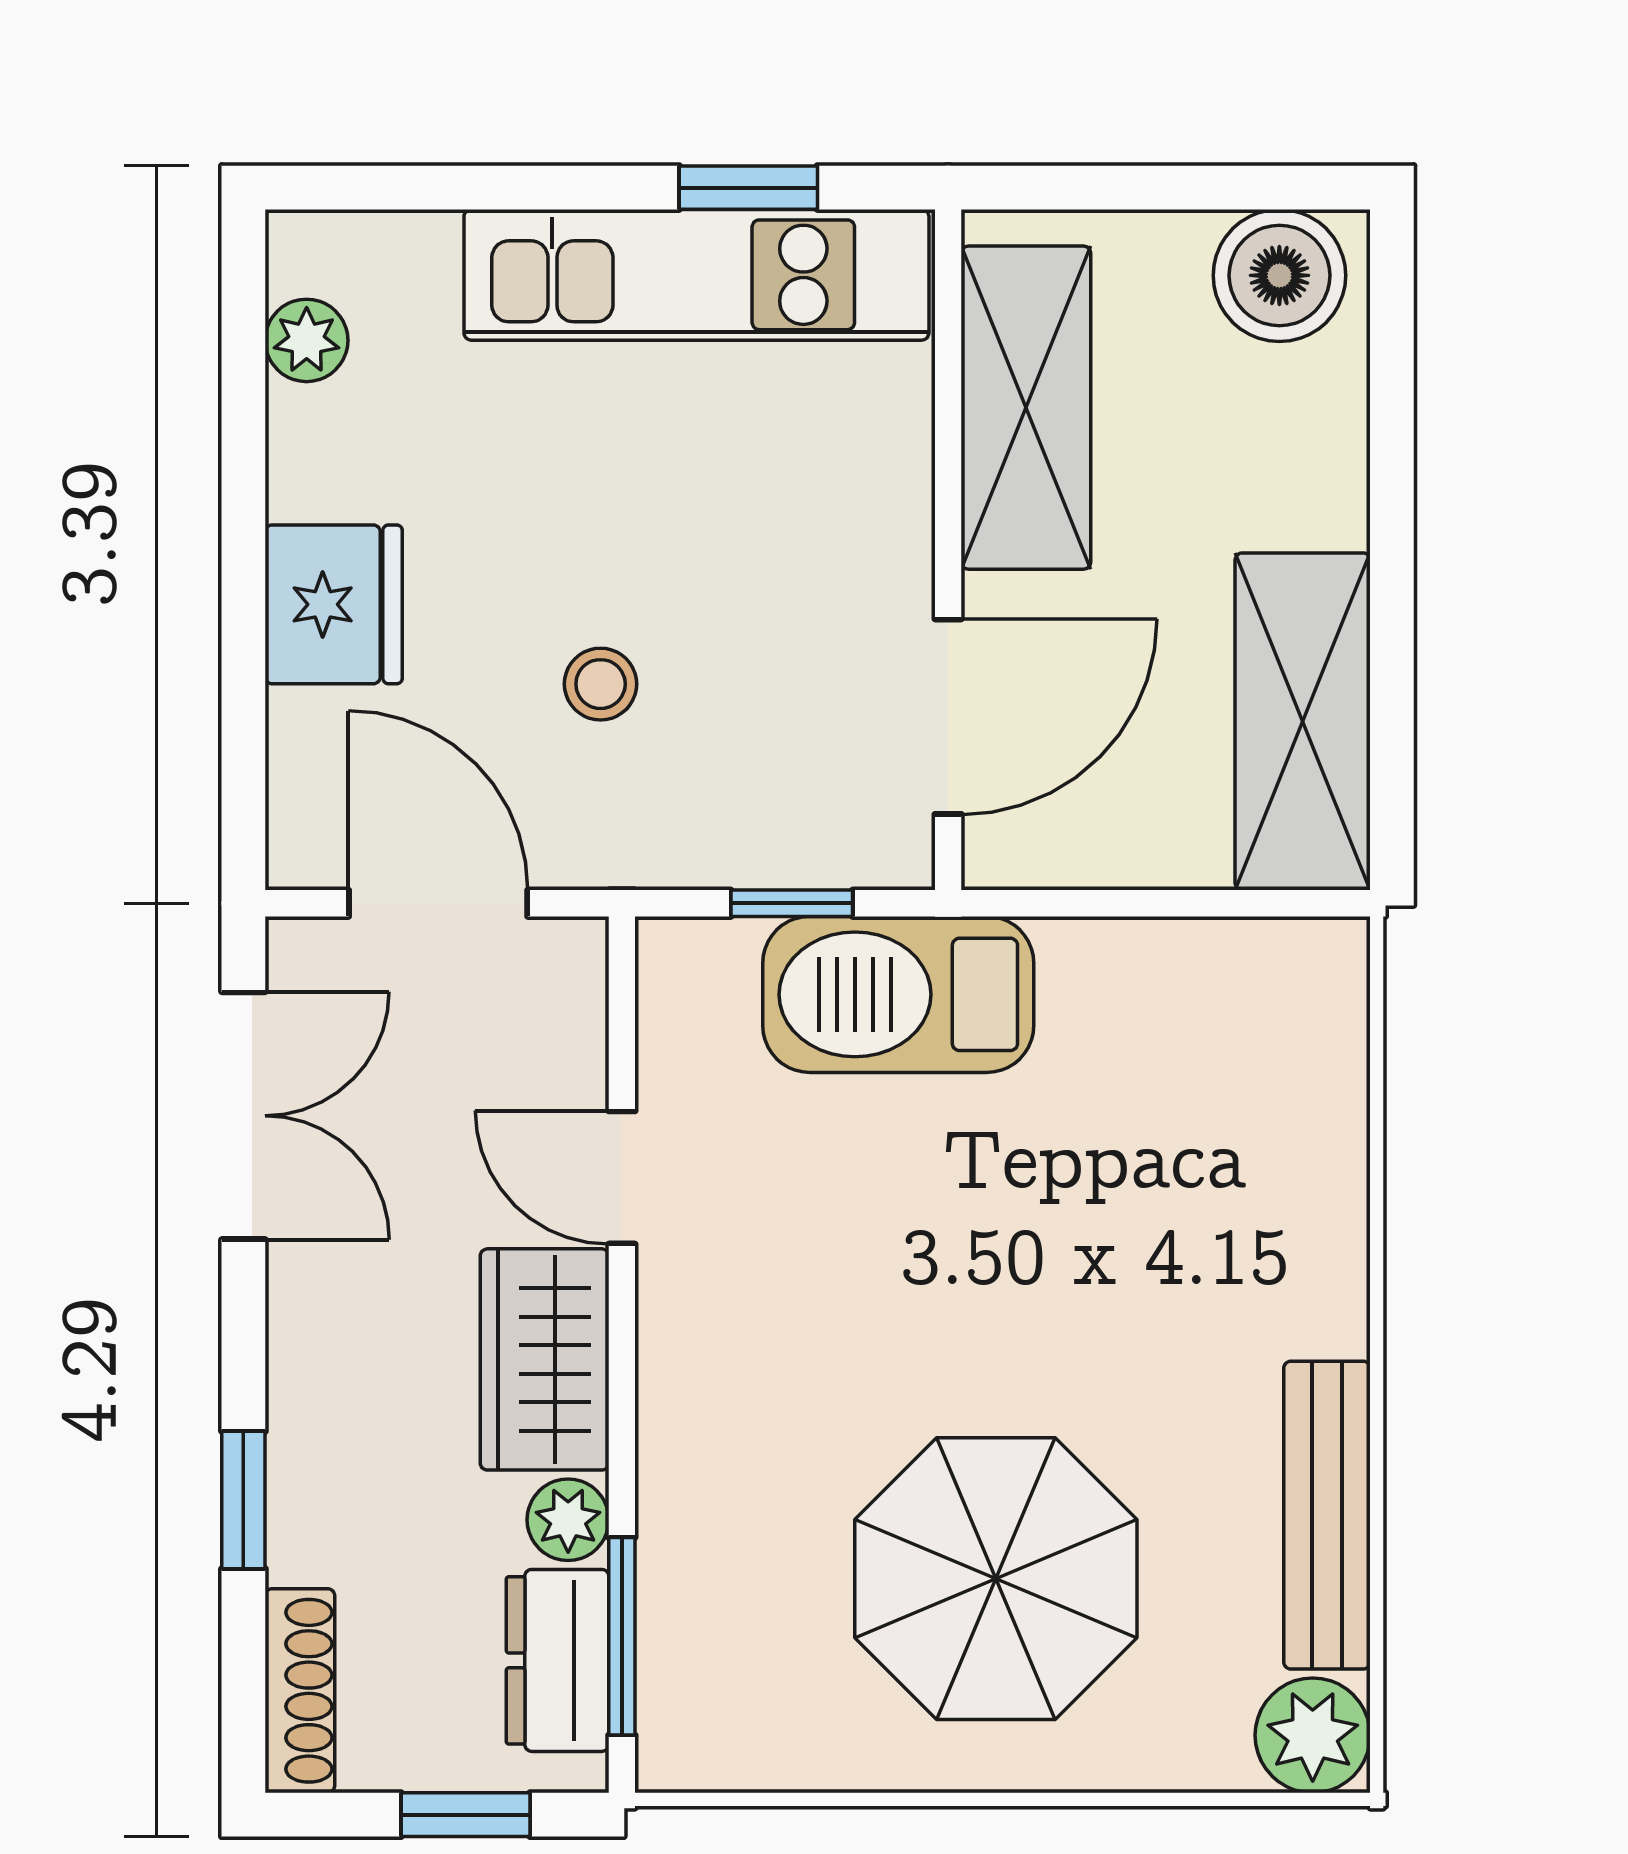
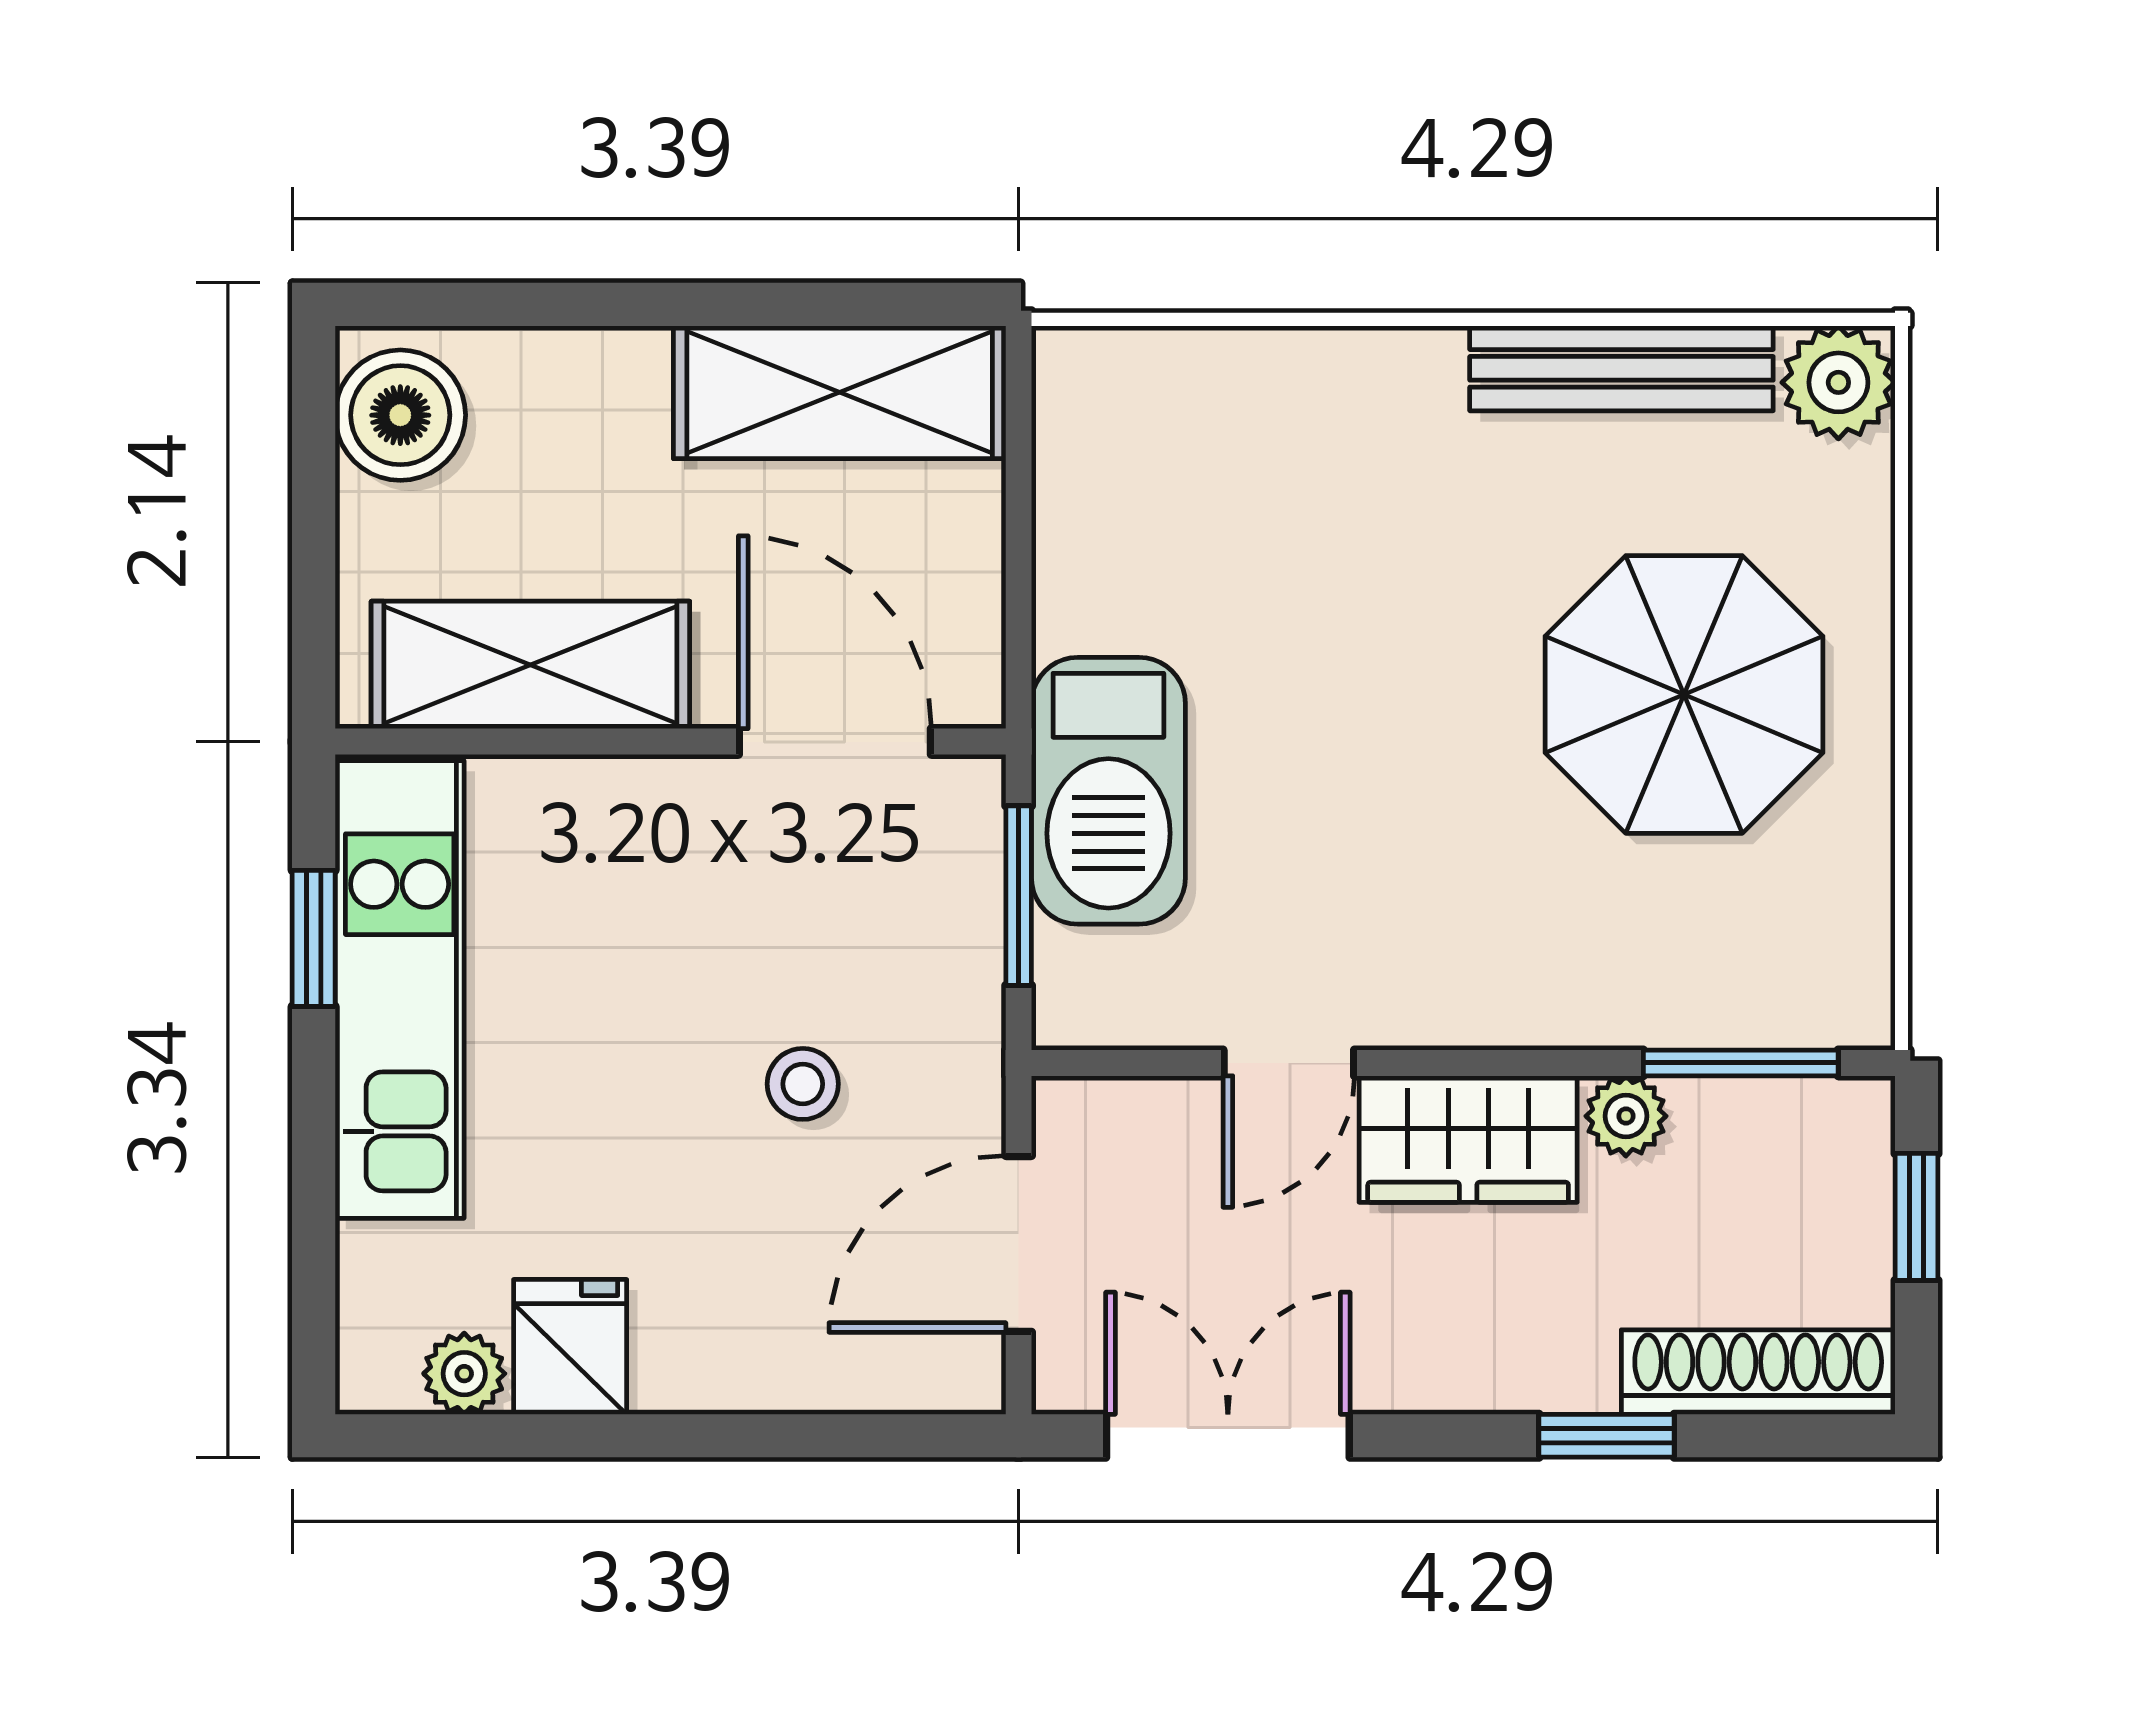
fridge: (334, 604) -> (570, 1347), moved, width x0.72
window: (792, 903) -> (1019, 896), width x1.50
dresser: (558, 1660) -> (1765, 1126), removed
shoe rack: (300, 1691) -> (1758, 1372), width x1.36, depth x1.24

